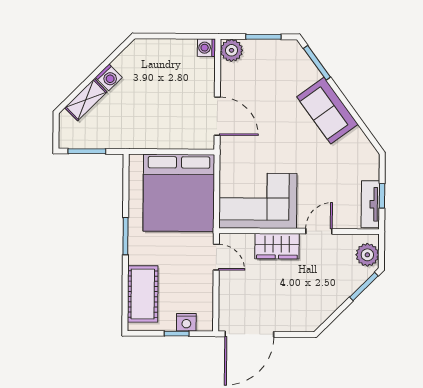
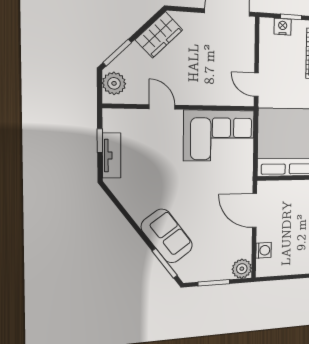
washing machine: (206, 48) -> (264, 250), moved
sofa: (327, 110) -> (167, 236), moved
tv unit: (370, 204) -> (112, 155), moved
door: (319, 231) -> (162, 107), swing flipped
wardrobe: (277, 246) -> (159, 35), moved, turned 135

